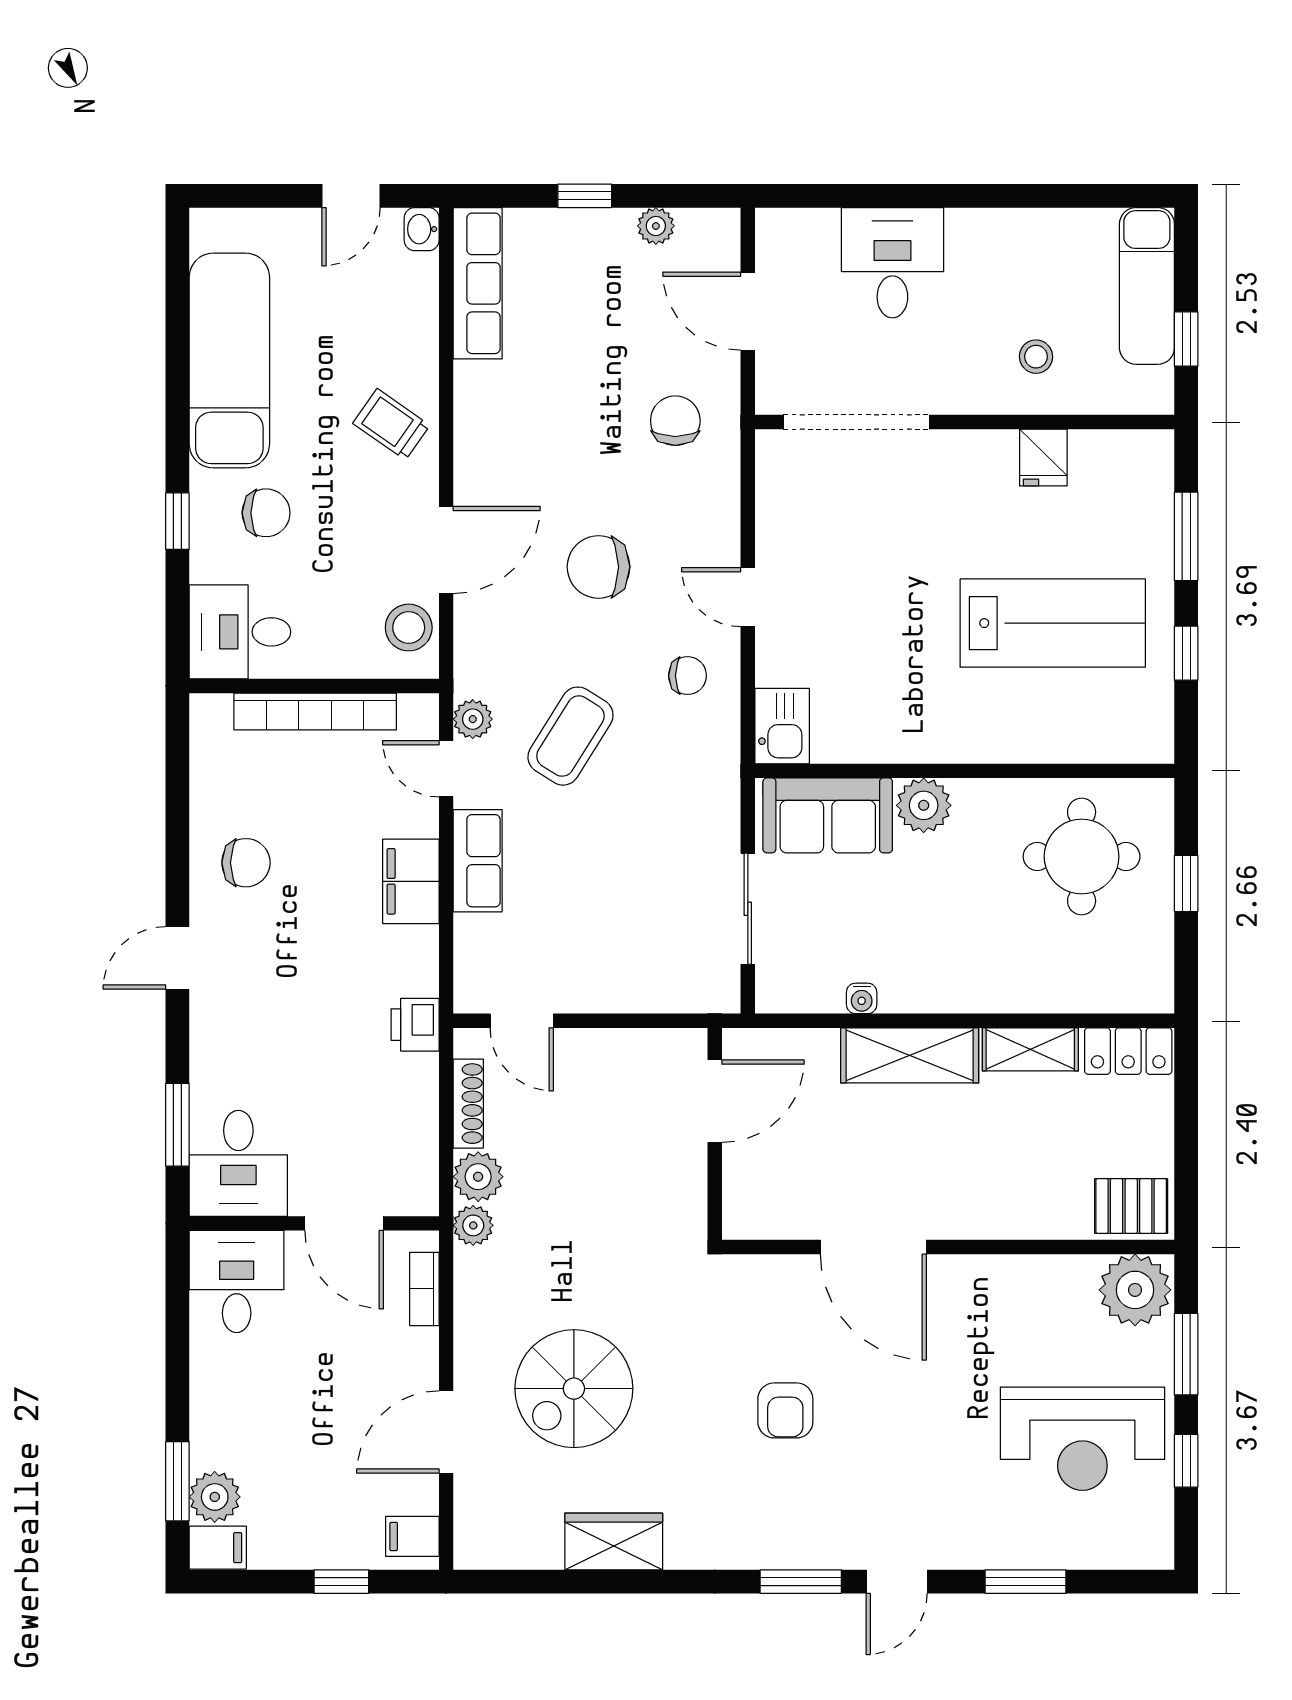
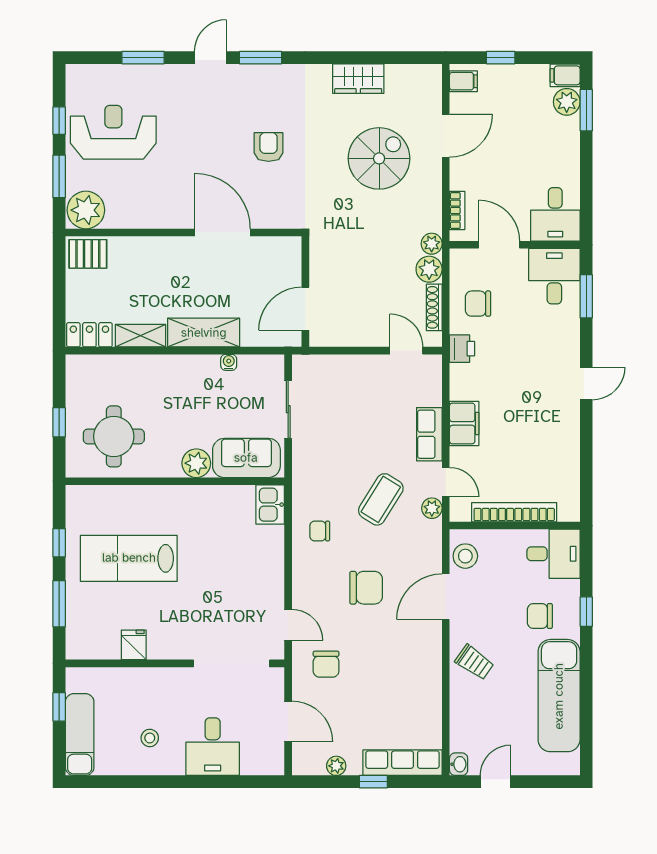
row of seats: (478, 283) -> (403, 763), moved, turned 90
stool: (1036, 357) -> (150, 738), moved
door: (748, 597) -> (288, 625), moved
chair: (246, 863) -> (478, 304), moved

